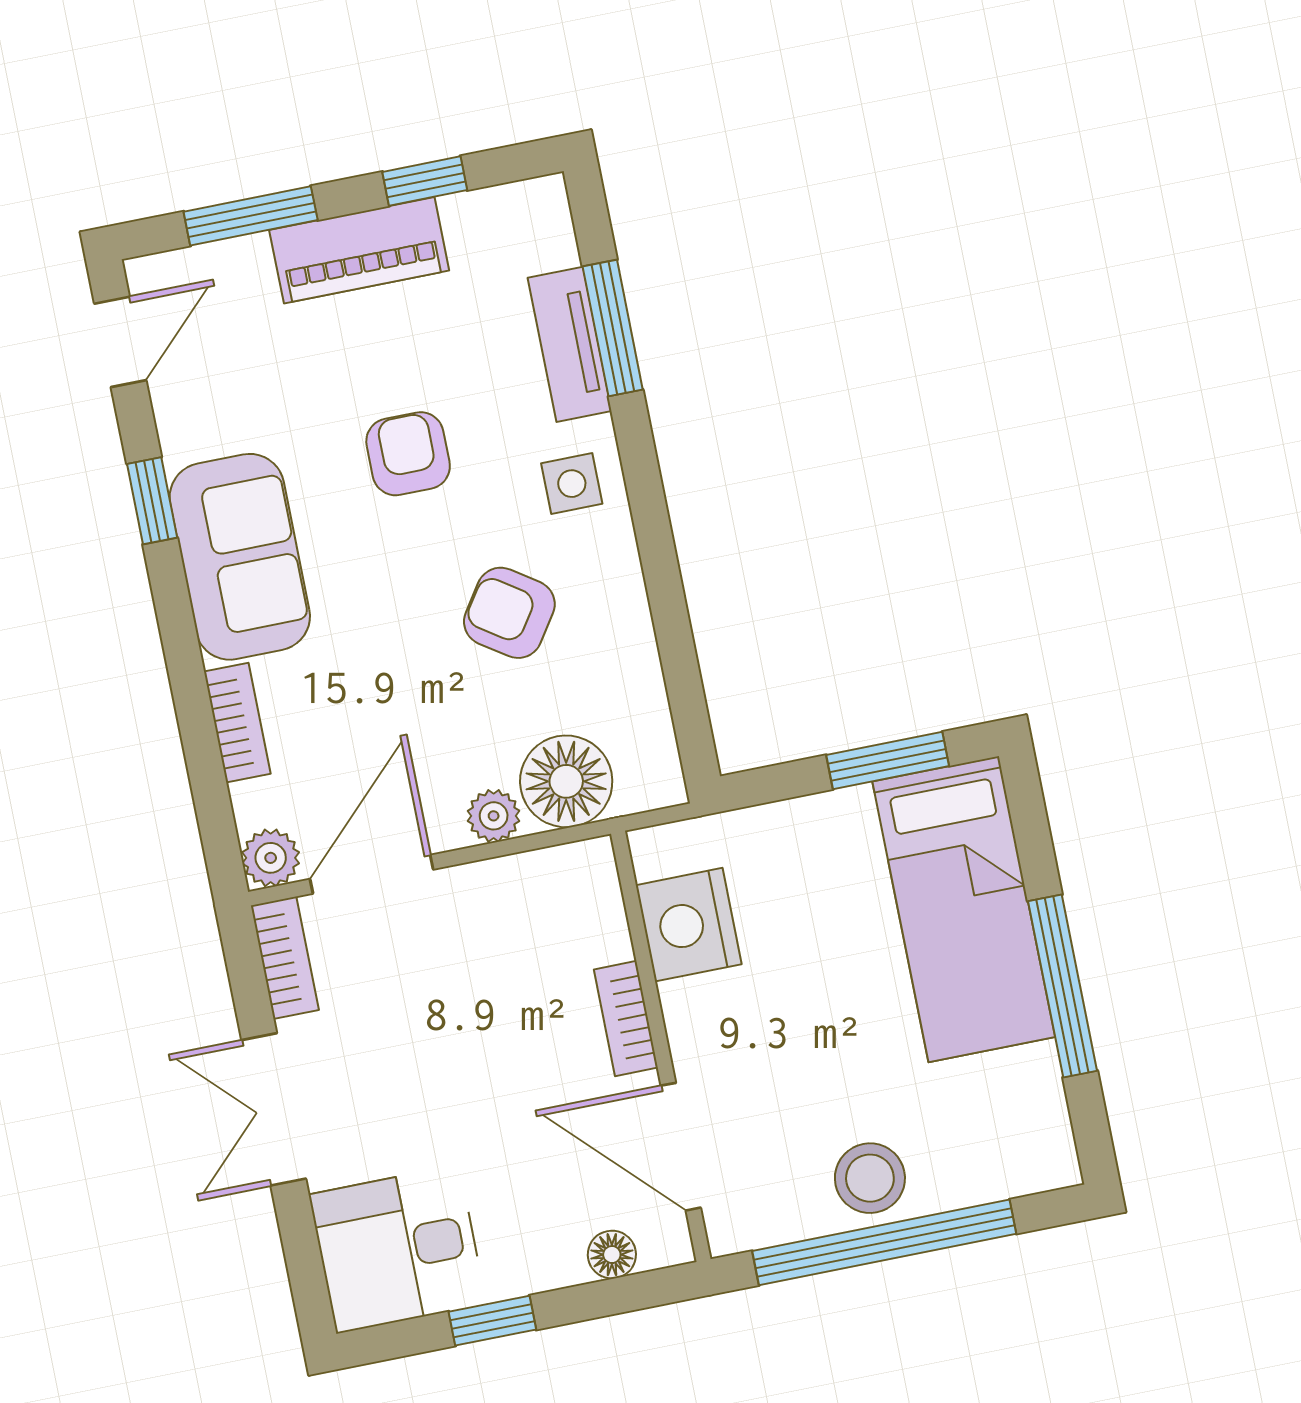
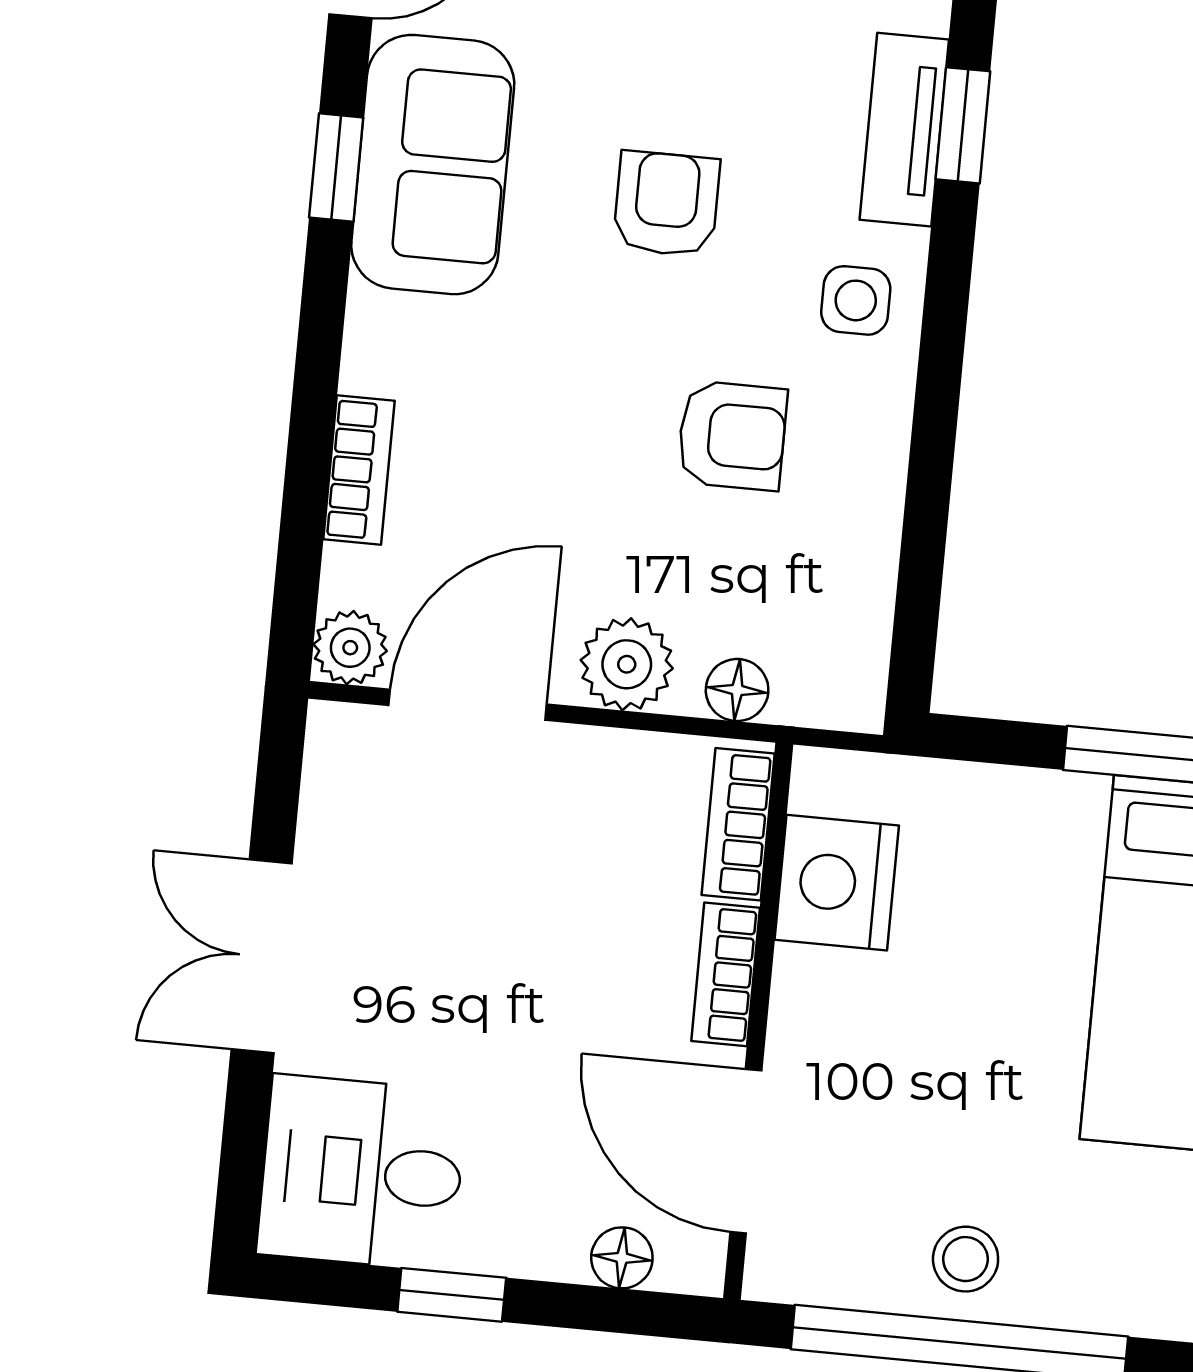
window: (613, 328) -> (963, 125), width x0.67
sofa: (240, 557) -> (433, 165), moved
armchair: (509, 613) -> (732, 436), turned 146
floor lamp: (566, 781) -> (737, 690), width x0.53, depth x0.53
plant: (494, 816) -> (627, 664), width x1.38, depth x1.38
bookcase: (285, 958) -> (738, 824), moved, turned 180
stool: (870, 1178) -> (966, 1259), width x0.73, depth x0.73

